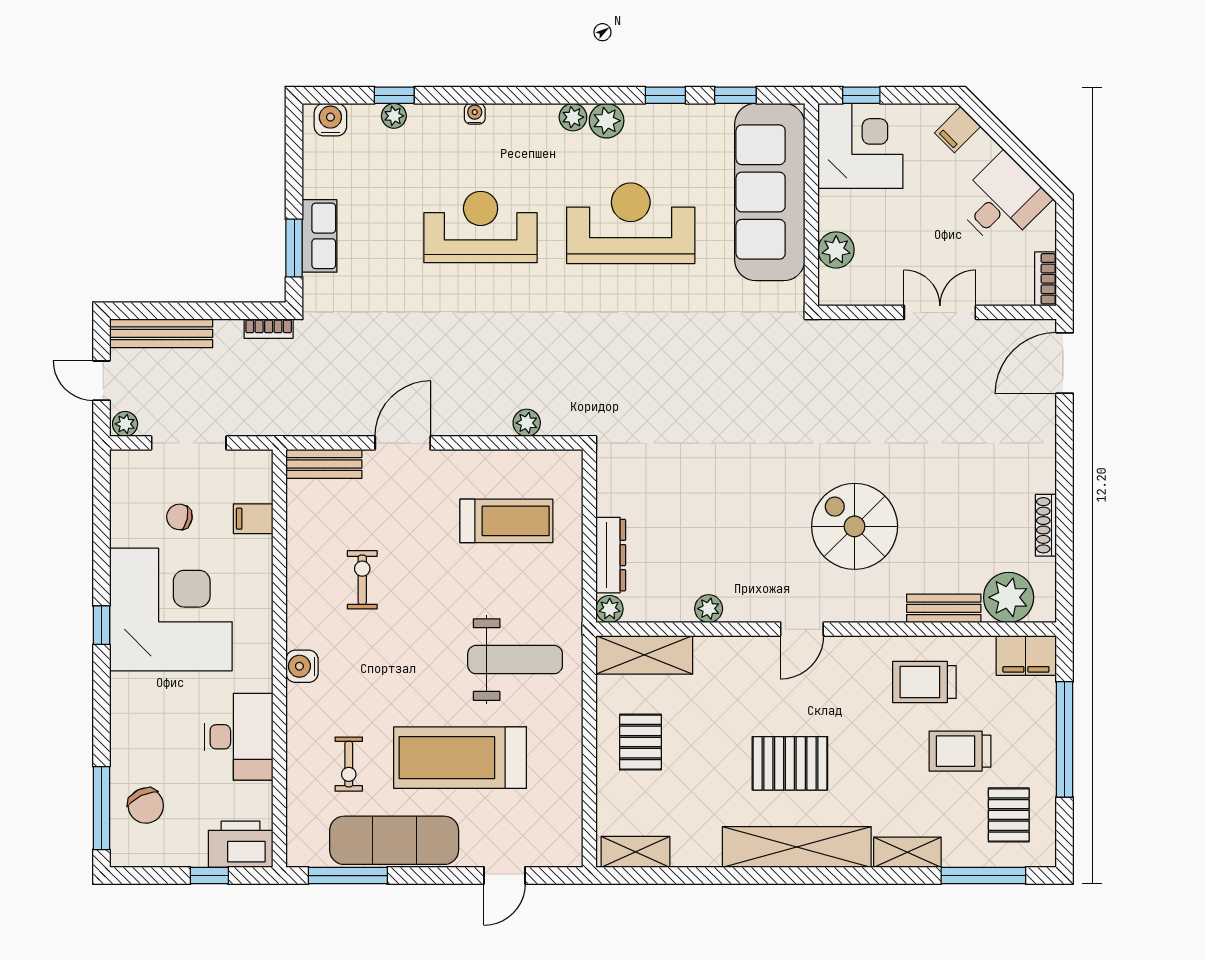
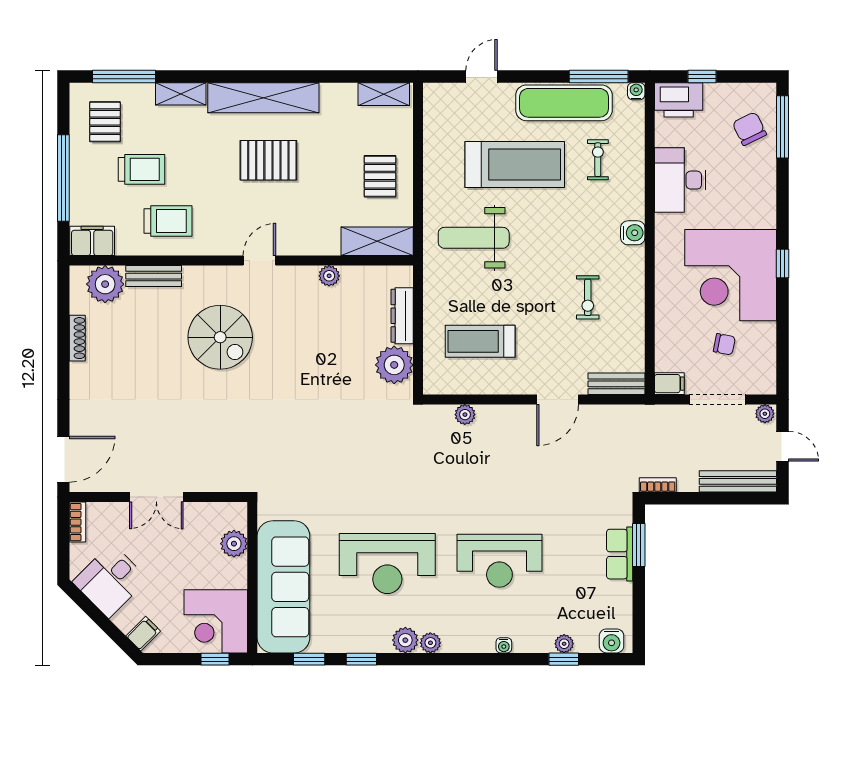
filing cabinet: (253, 519) -> (669, 384), moved
plant: (610, 609) -> (394, 365), moved, width x1.87, depth x1.87
water cooler: (297, 856) -> (636, 91), added

